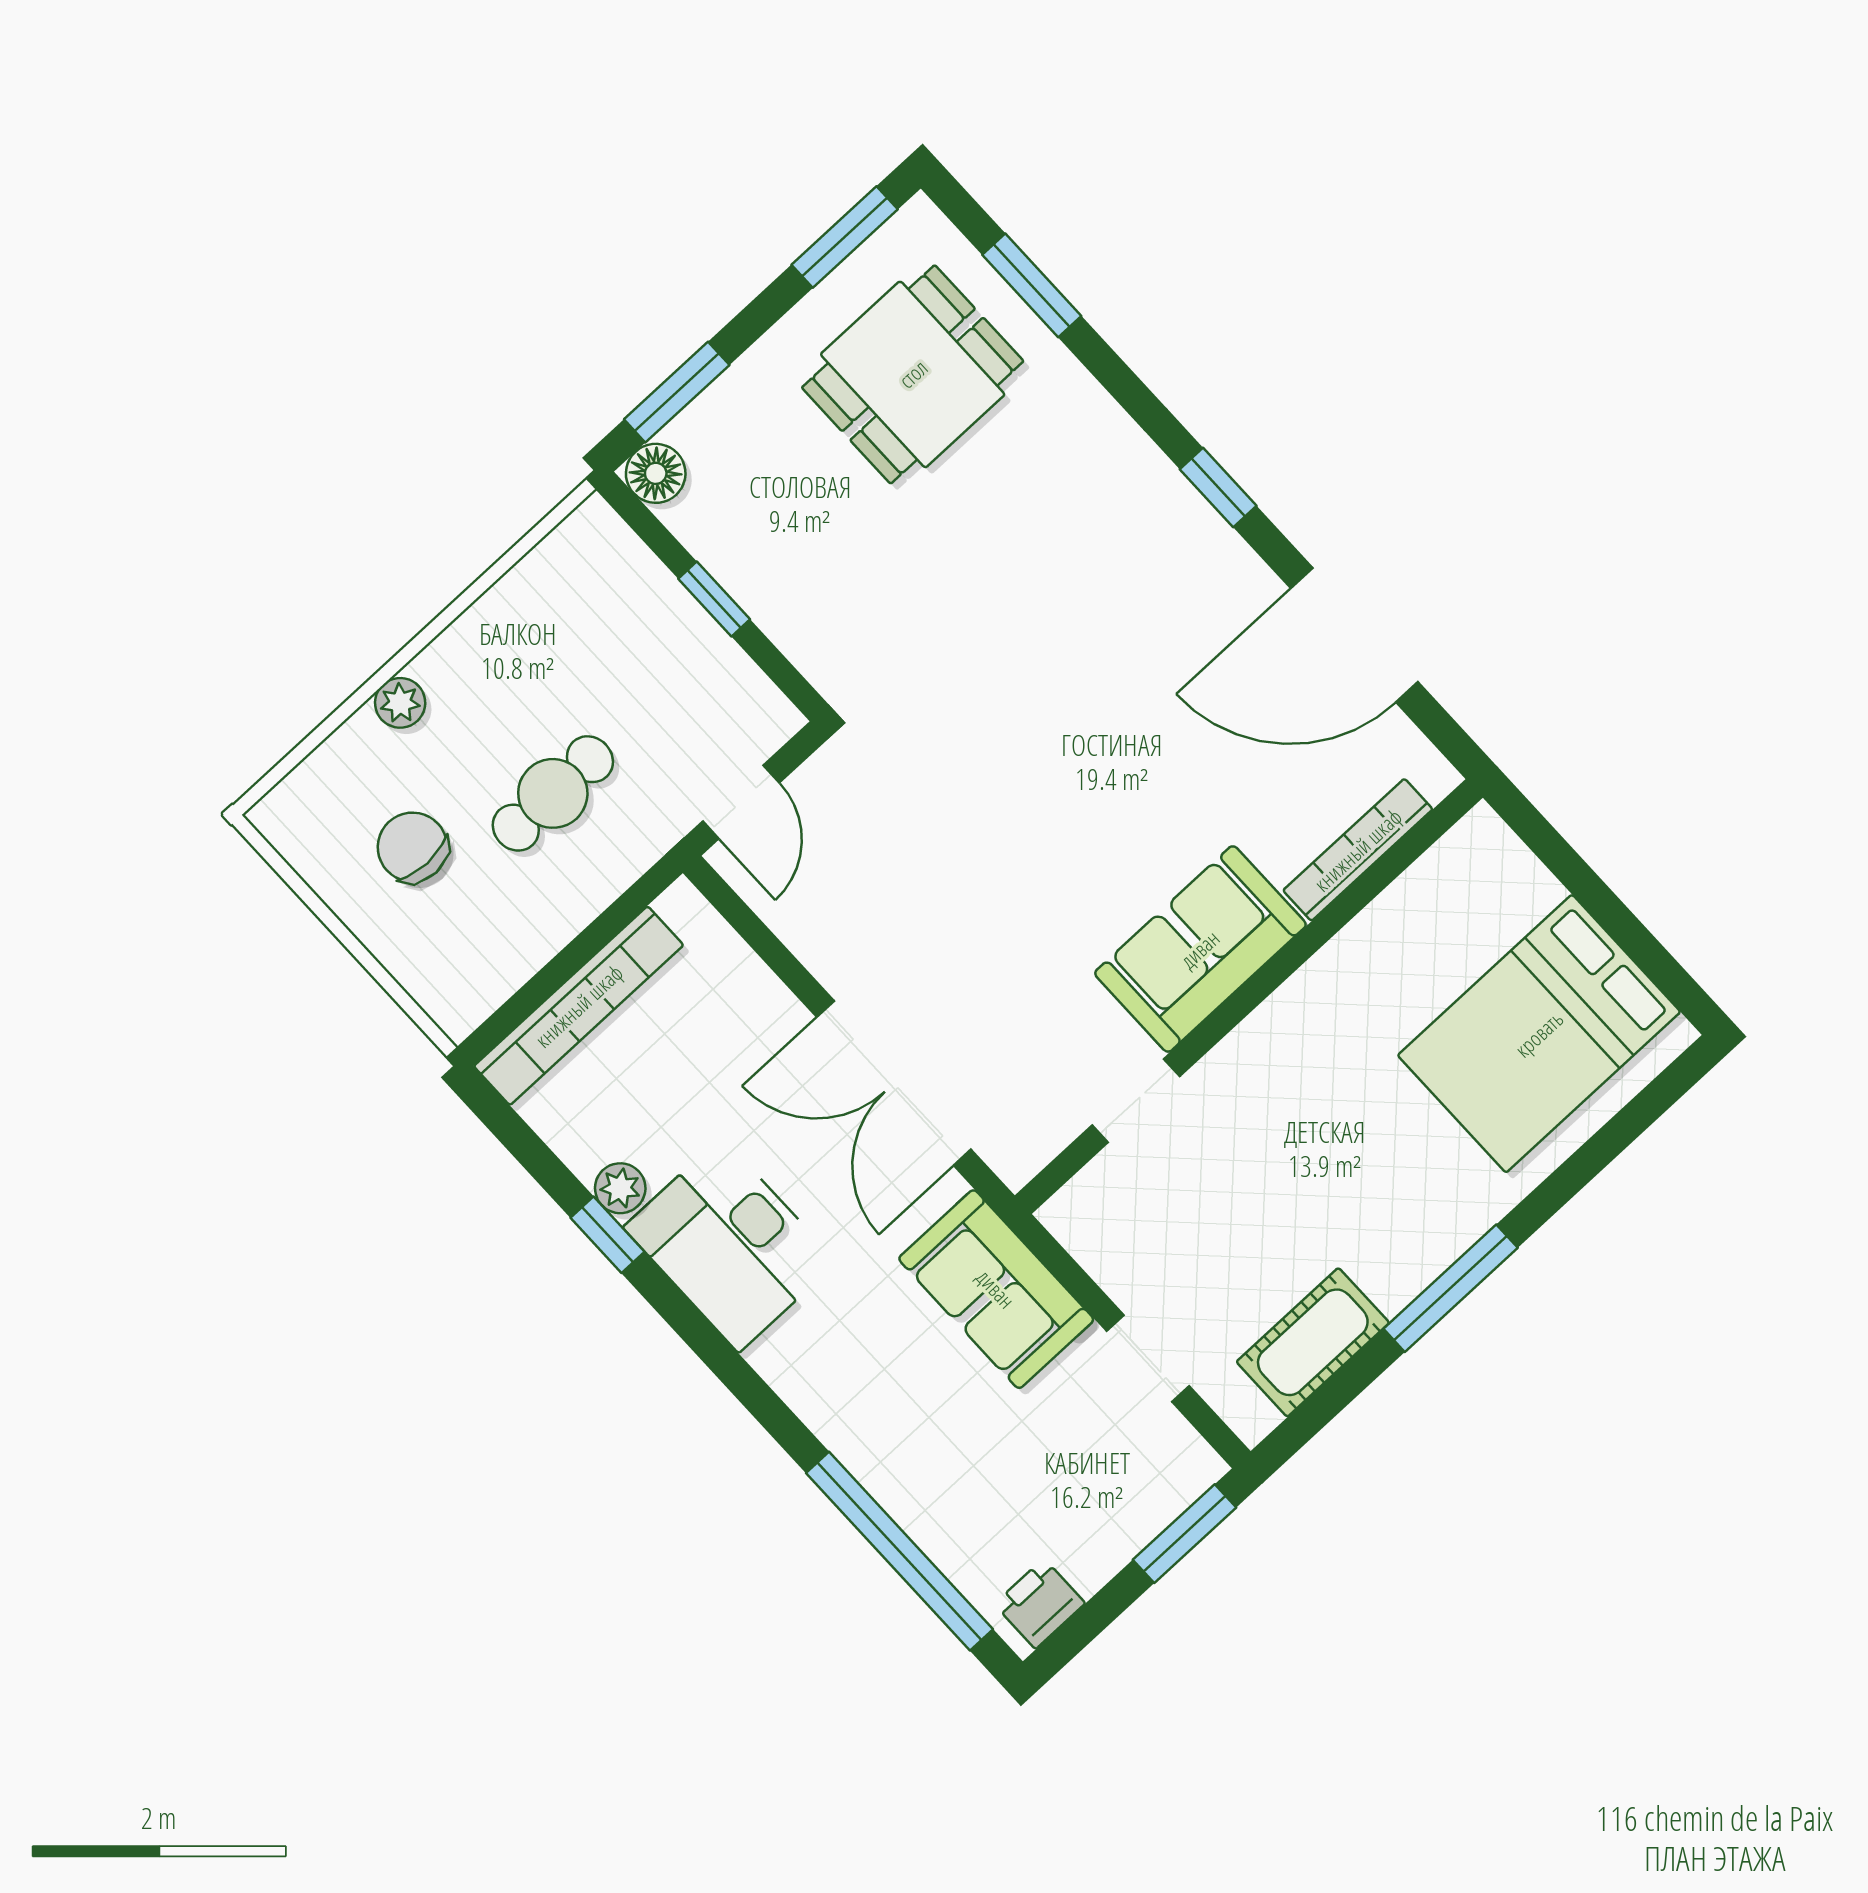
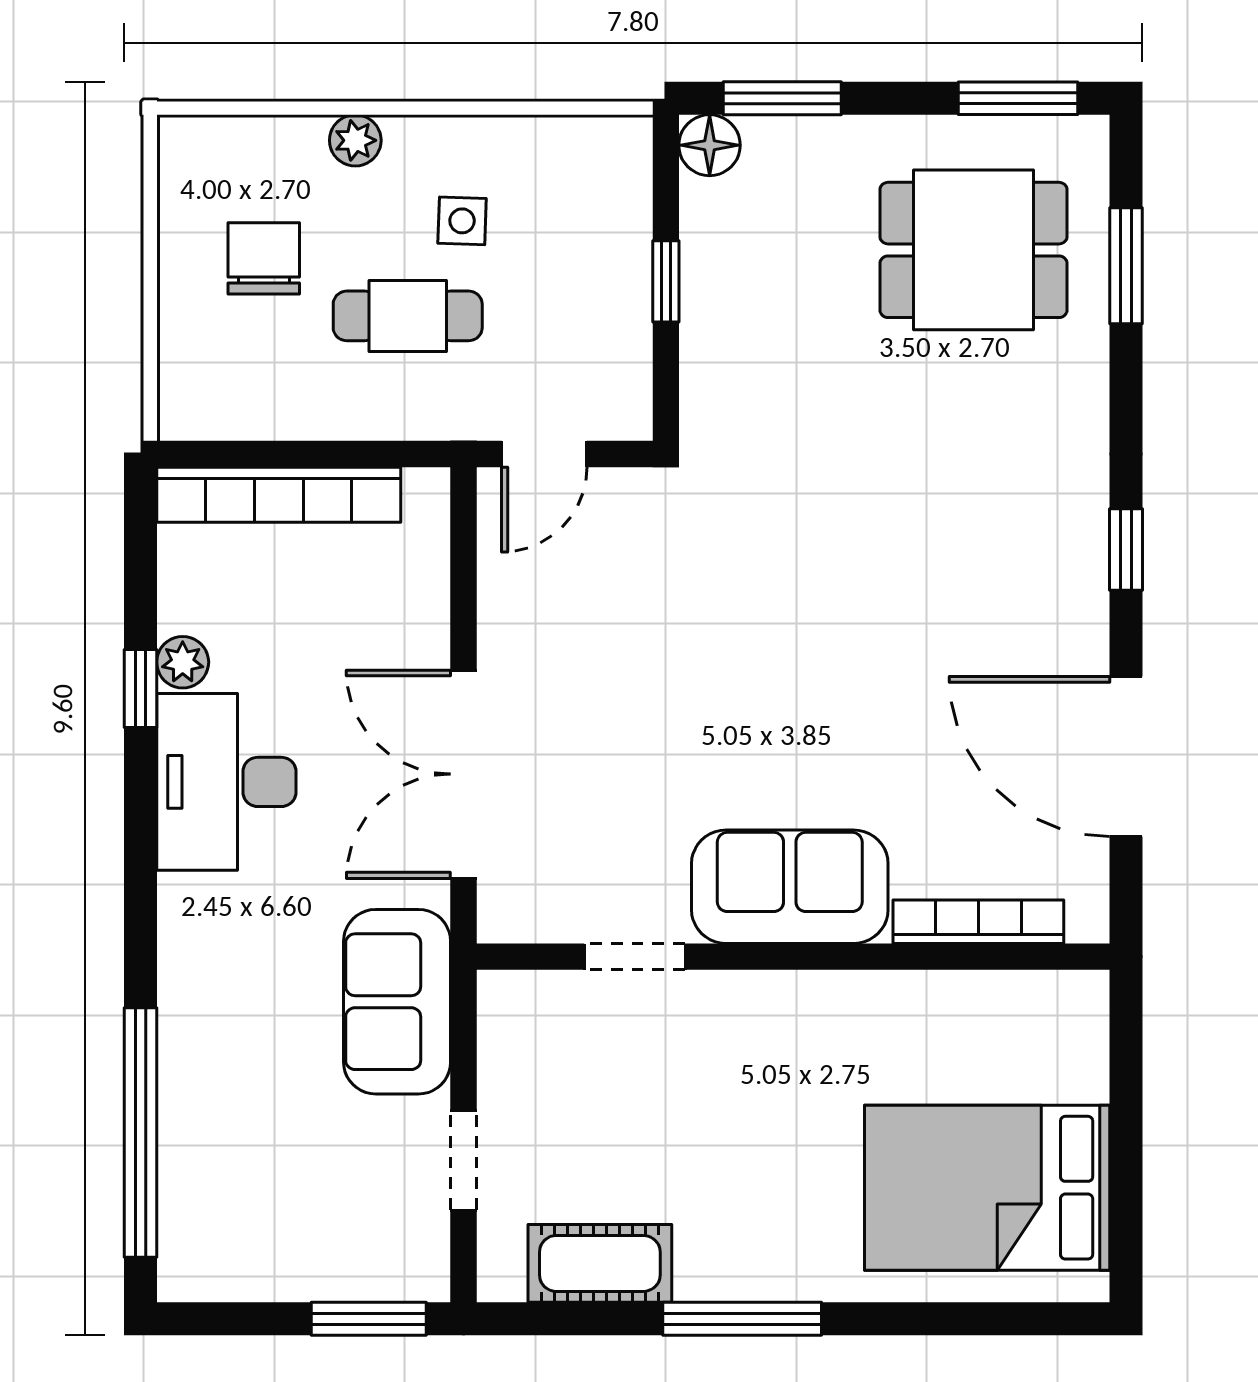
side table: (529, 690) -> (462, 221), added
printer: (1040, 1604) -> (210, 1271), removed

